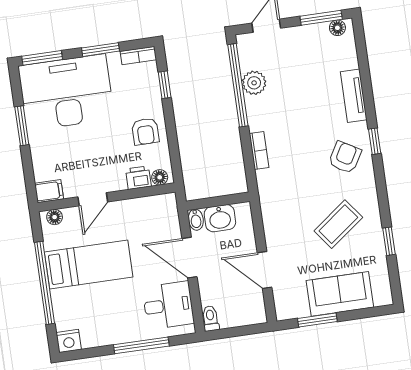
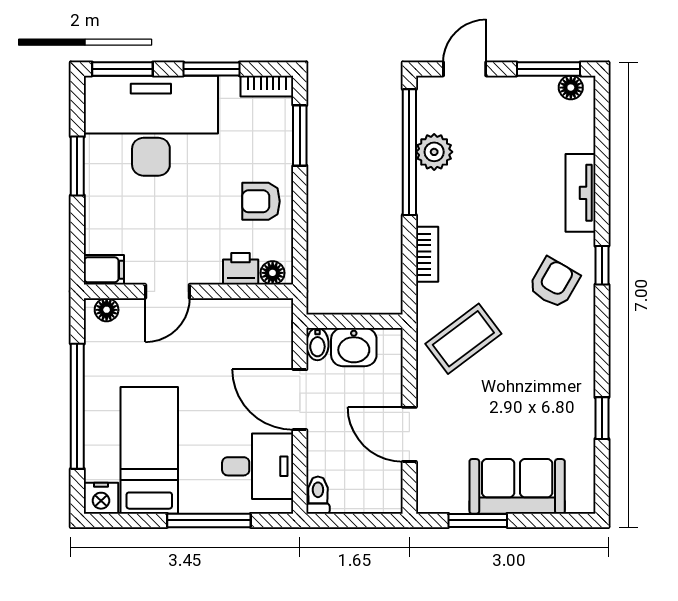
window: (165, 85) -> (300, 135), width x1.50
armchair: (145, 131) -> (261, 201), turned 90
coffee table: (338, 224) -> (463, 339), moved
bed: (89, 265) -> (149, 450), moved, turned -90

